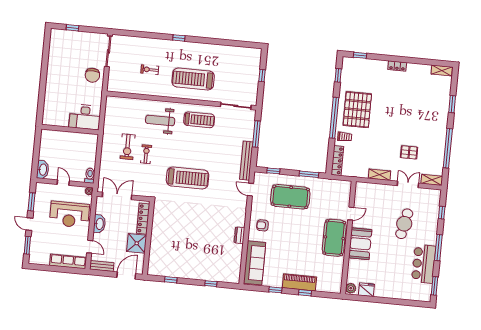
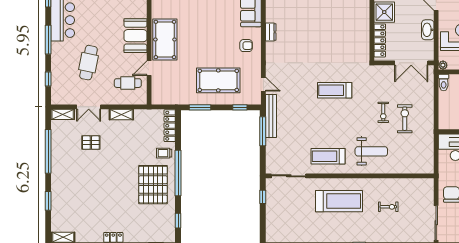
window: (262, 76) -> (263, 197), moved
window: (256, 134) -> (263, 131), moved
treadmill: (188, 178) -> (335, 90), width x0.73, depth x0.73
cafe table: (371, 202) -> (128, 83), added

